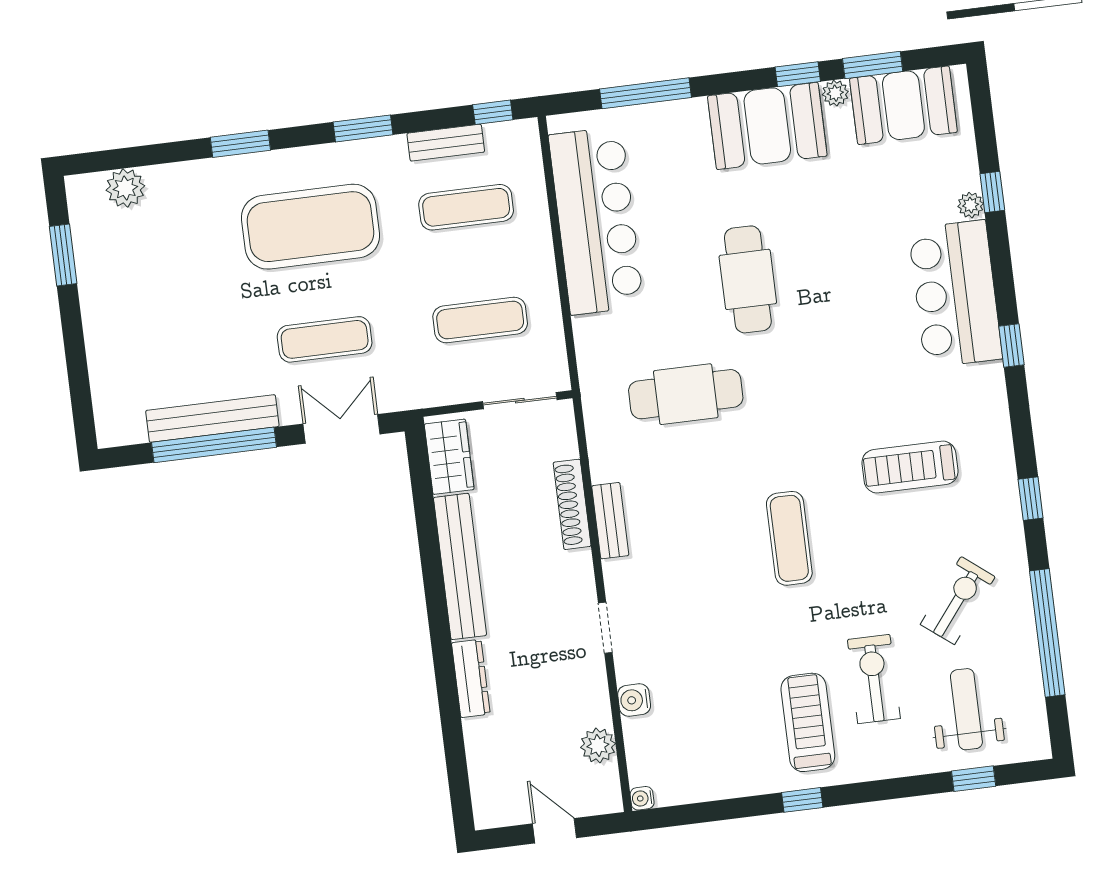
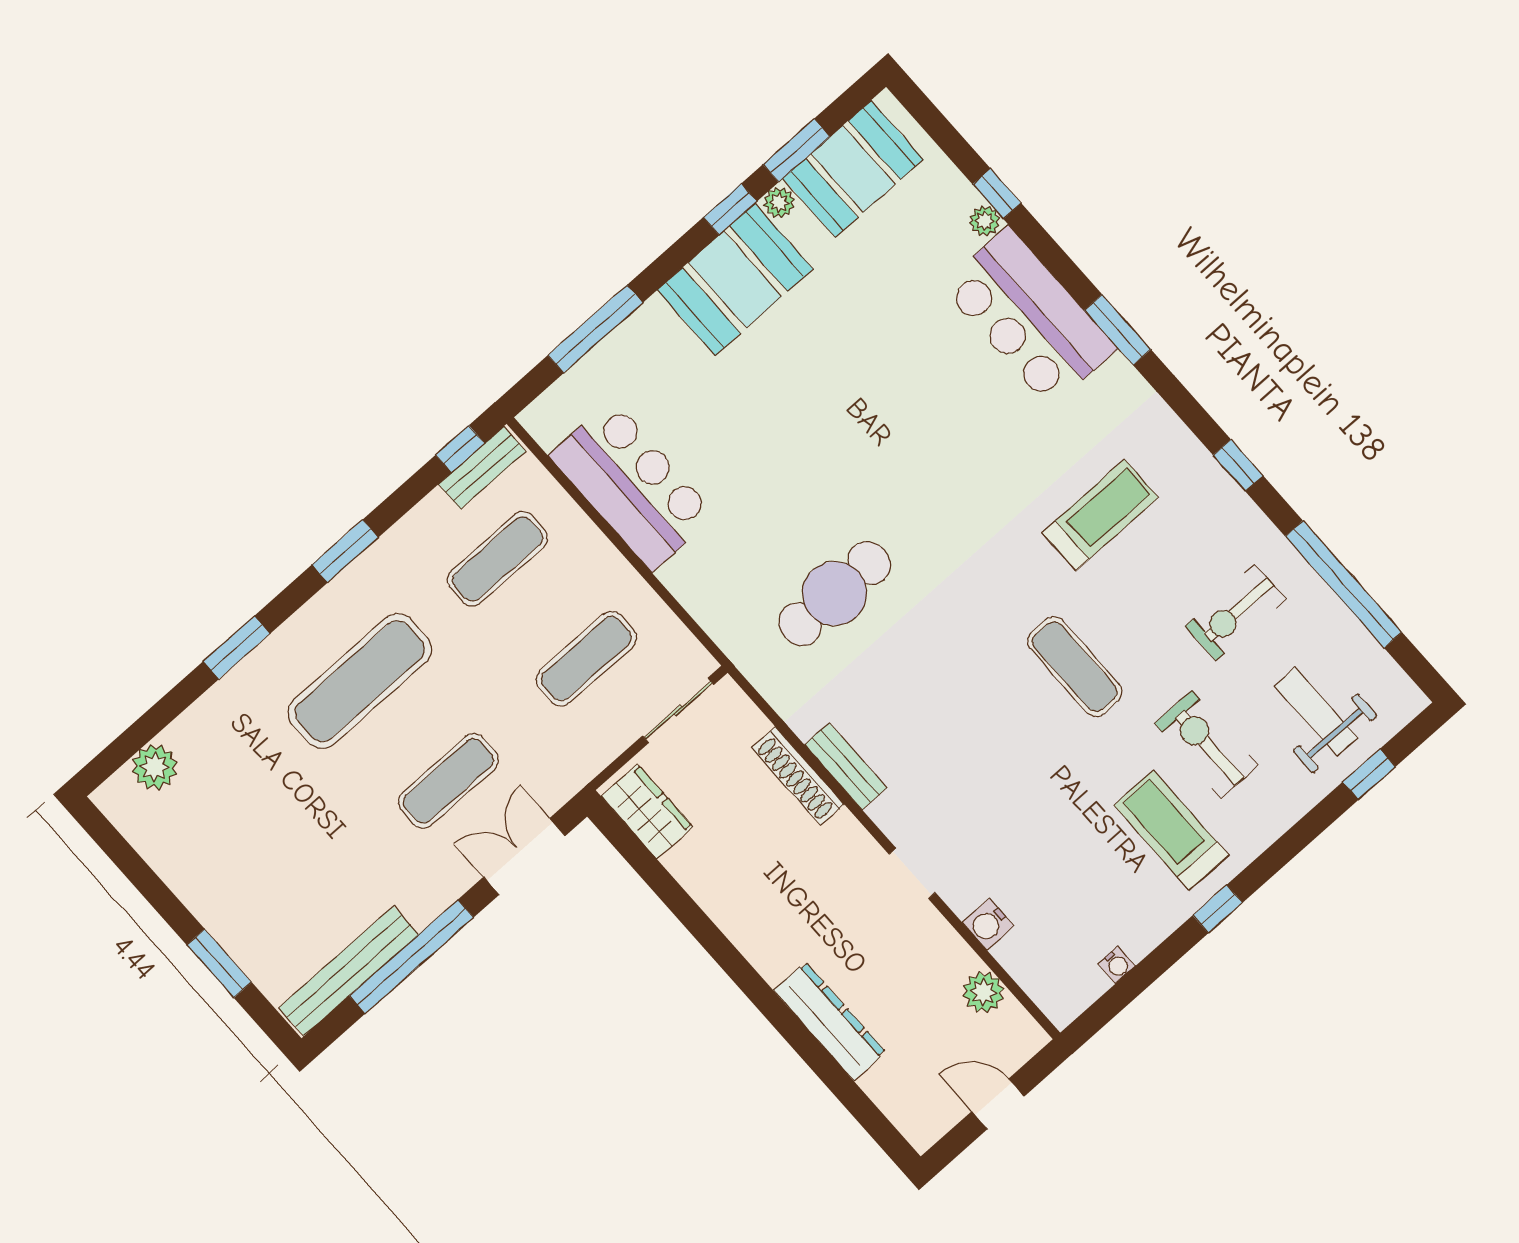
bench: (446, 143) -> (482, 468), moved
bar counter: (596, 221) -> (632, 485), width x0.73
exercise mat: (311, 227) -> (360, 681), width x0.68
window: (63, 255) -> (219, 963), moved
cafe table: (748, 279) -> (818, 441), removed
window: (1011, 345) -> (1118, 330), width x1.50
bench: (212, 418) -> (349, 971), moved
treadmill: (910, 467) -> (1100, 515), turned 180
exercise mat: (789, 538) -> (1075, 667), moved
bench: (460, 566) -> (731, 911), removed
exercise bike: (958, 601) -> (1235, 612), turned -128
dresser: (471, 678) -> (830, 1021), width x1.37, depth x1.24
water cooler: (642, 798) -> (1117, 965), moved, turned -90

